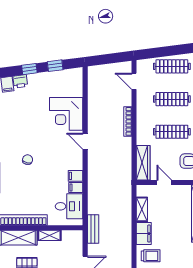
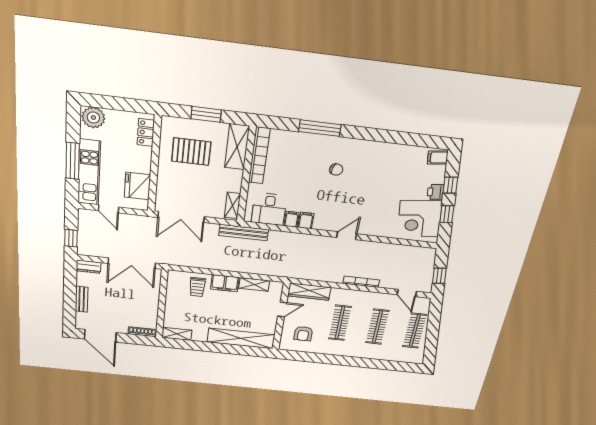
window: (114, 58) -> (439, 276), added
printer: (20, 81) -> (436, 192), moved
door: (134, 81) -> (407, 293), swing flipped
corner desk: (66, 114) -> (419, 219), moved, turned -97
bench: (93, 229) -> (244, 233), width x1.36
shelving: (49, 235) -> (232, 205), moved

